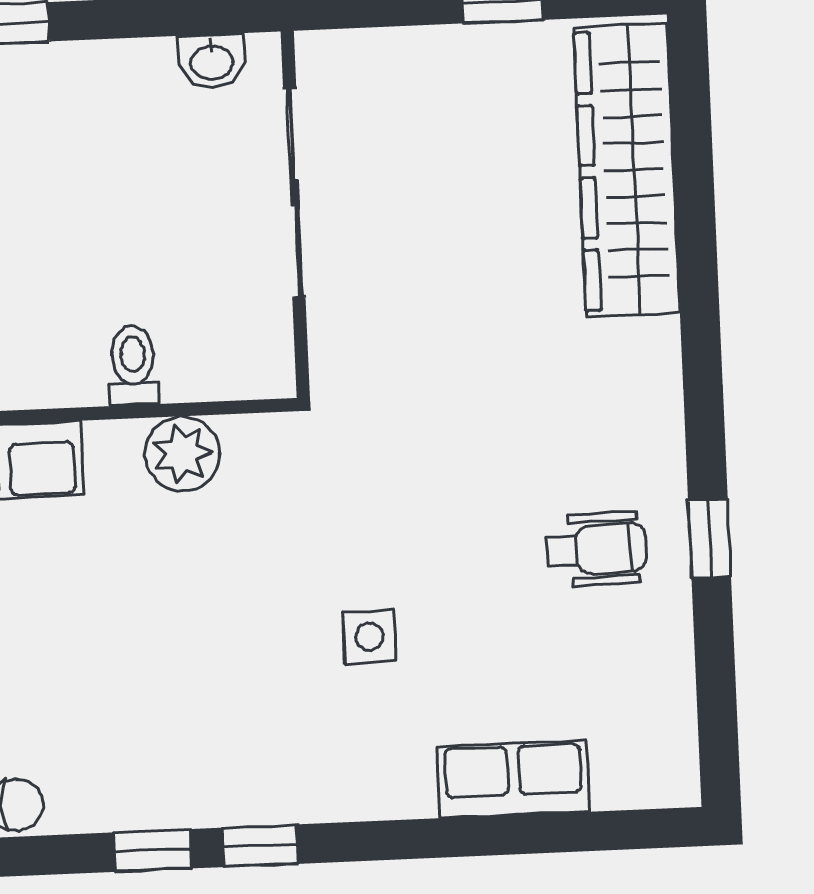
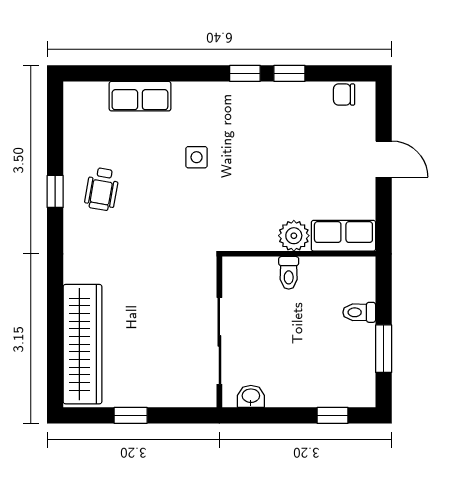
plant: (182, 454) -> (294, 236), moved
wheelchair: (596, 549) -> (102, 189), turned -79

